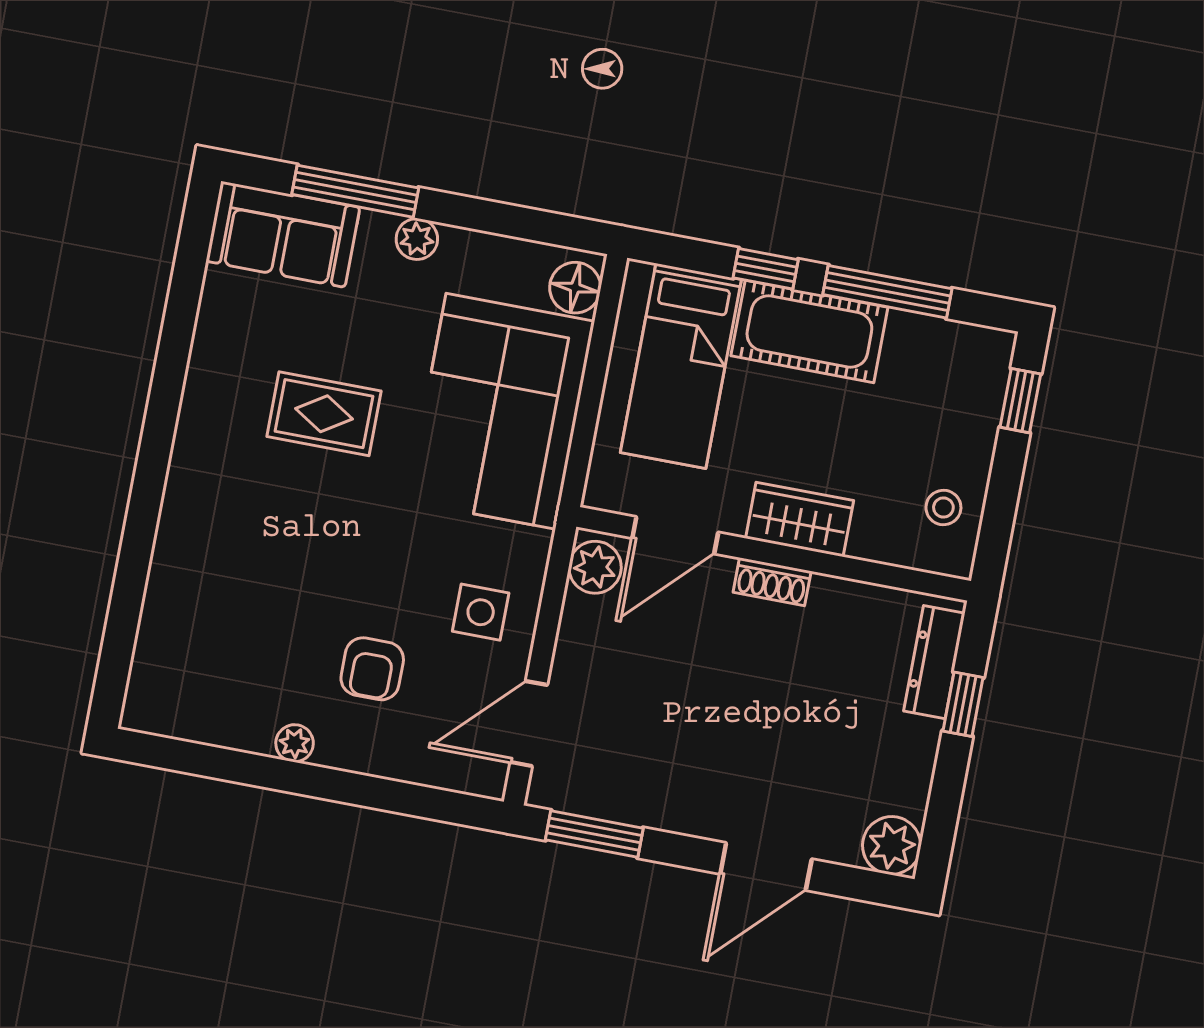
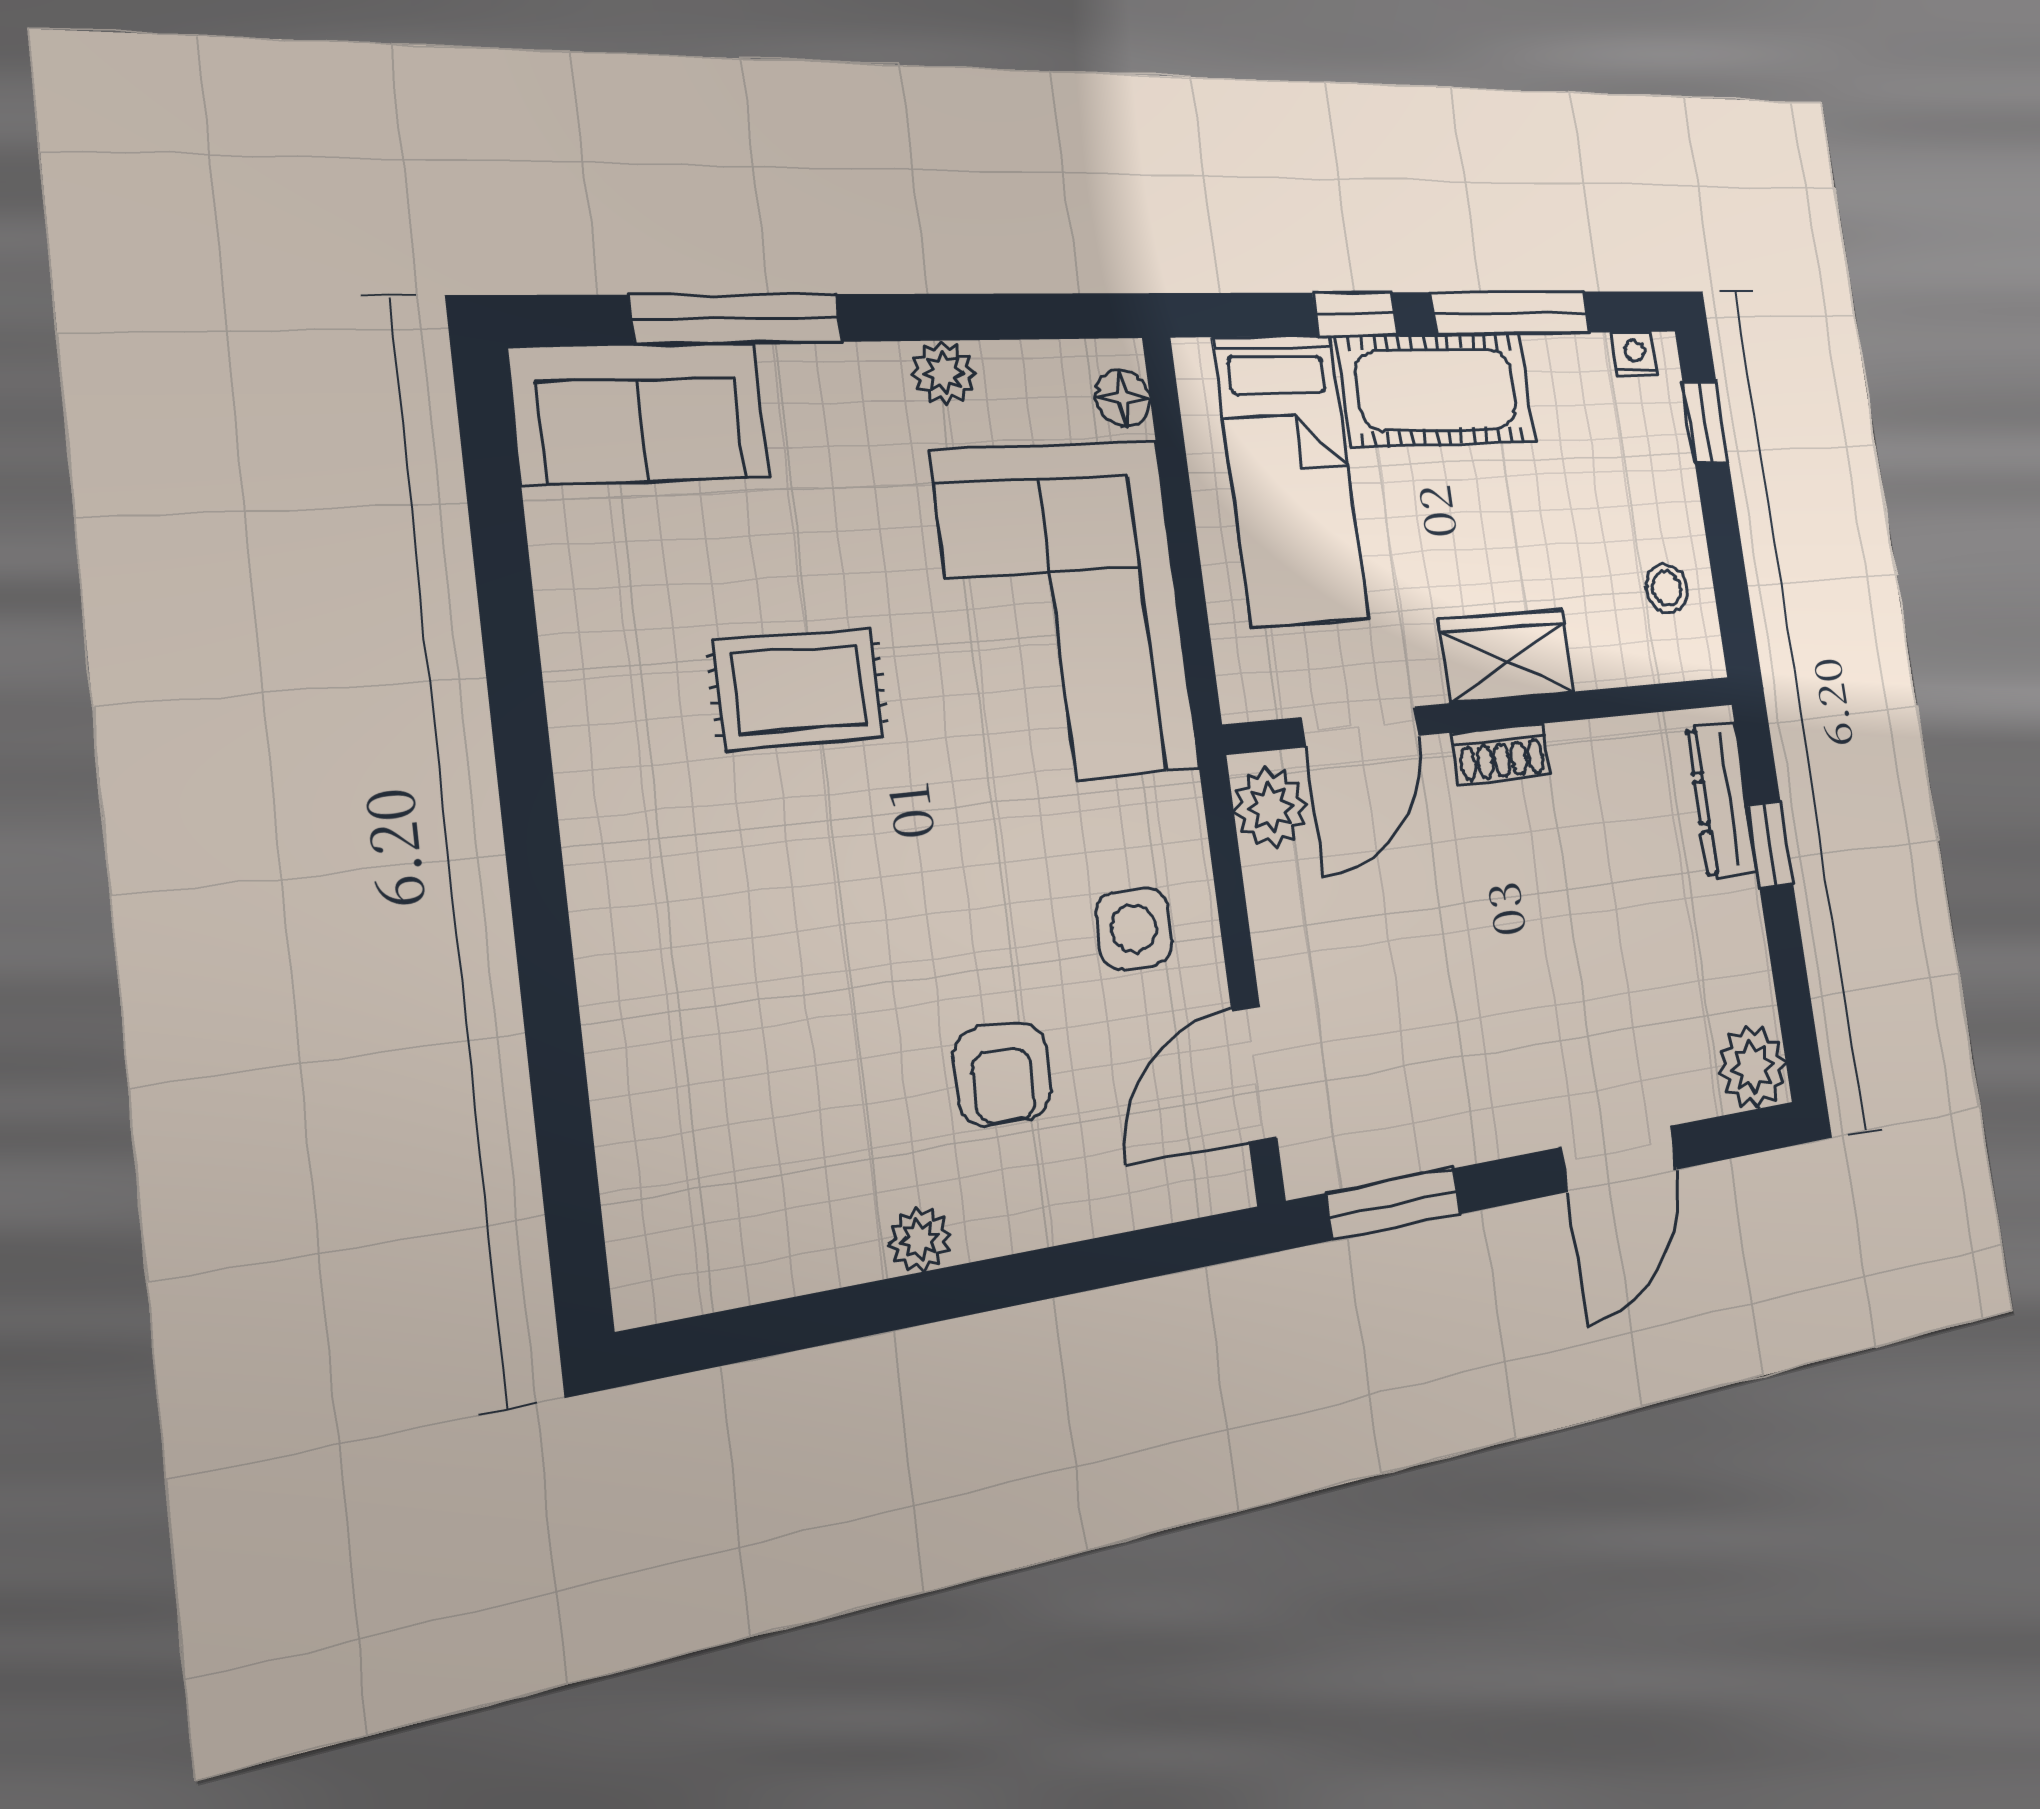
plant: (417, 239) -> (944, 373), moved
floor lamp: (575, 288) -> (1123, 398), width x0.73, depth x0.73
nightstand: (978, 341) -> (1635, 354), added

